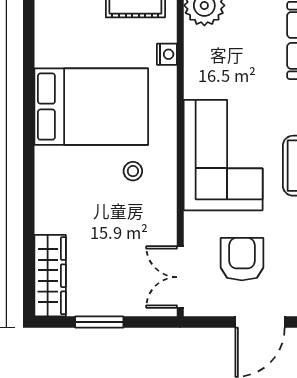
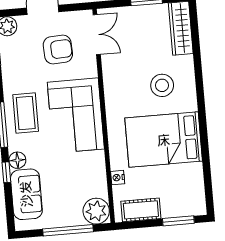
stool: (133, 171) -> (162, 85), moved, width x1.89, depth x1.89
armchair: (242, 259) -> (58, 50), turned -93

